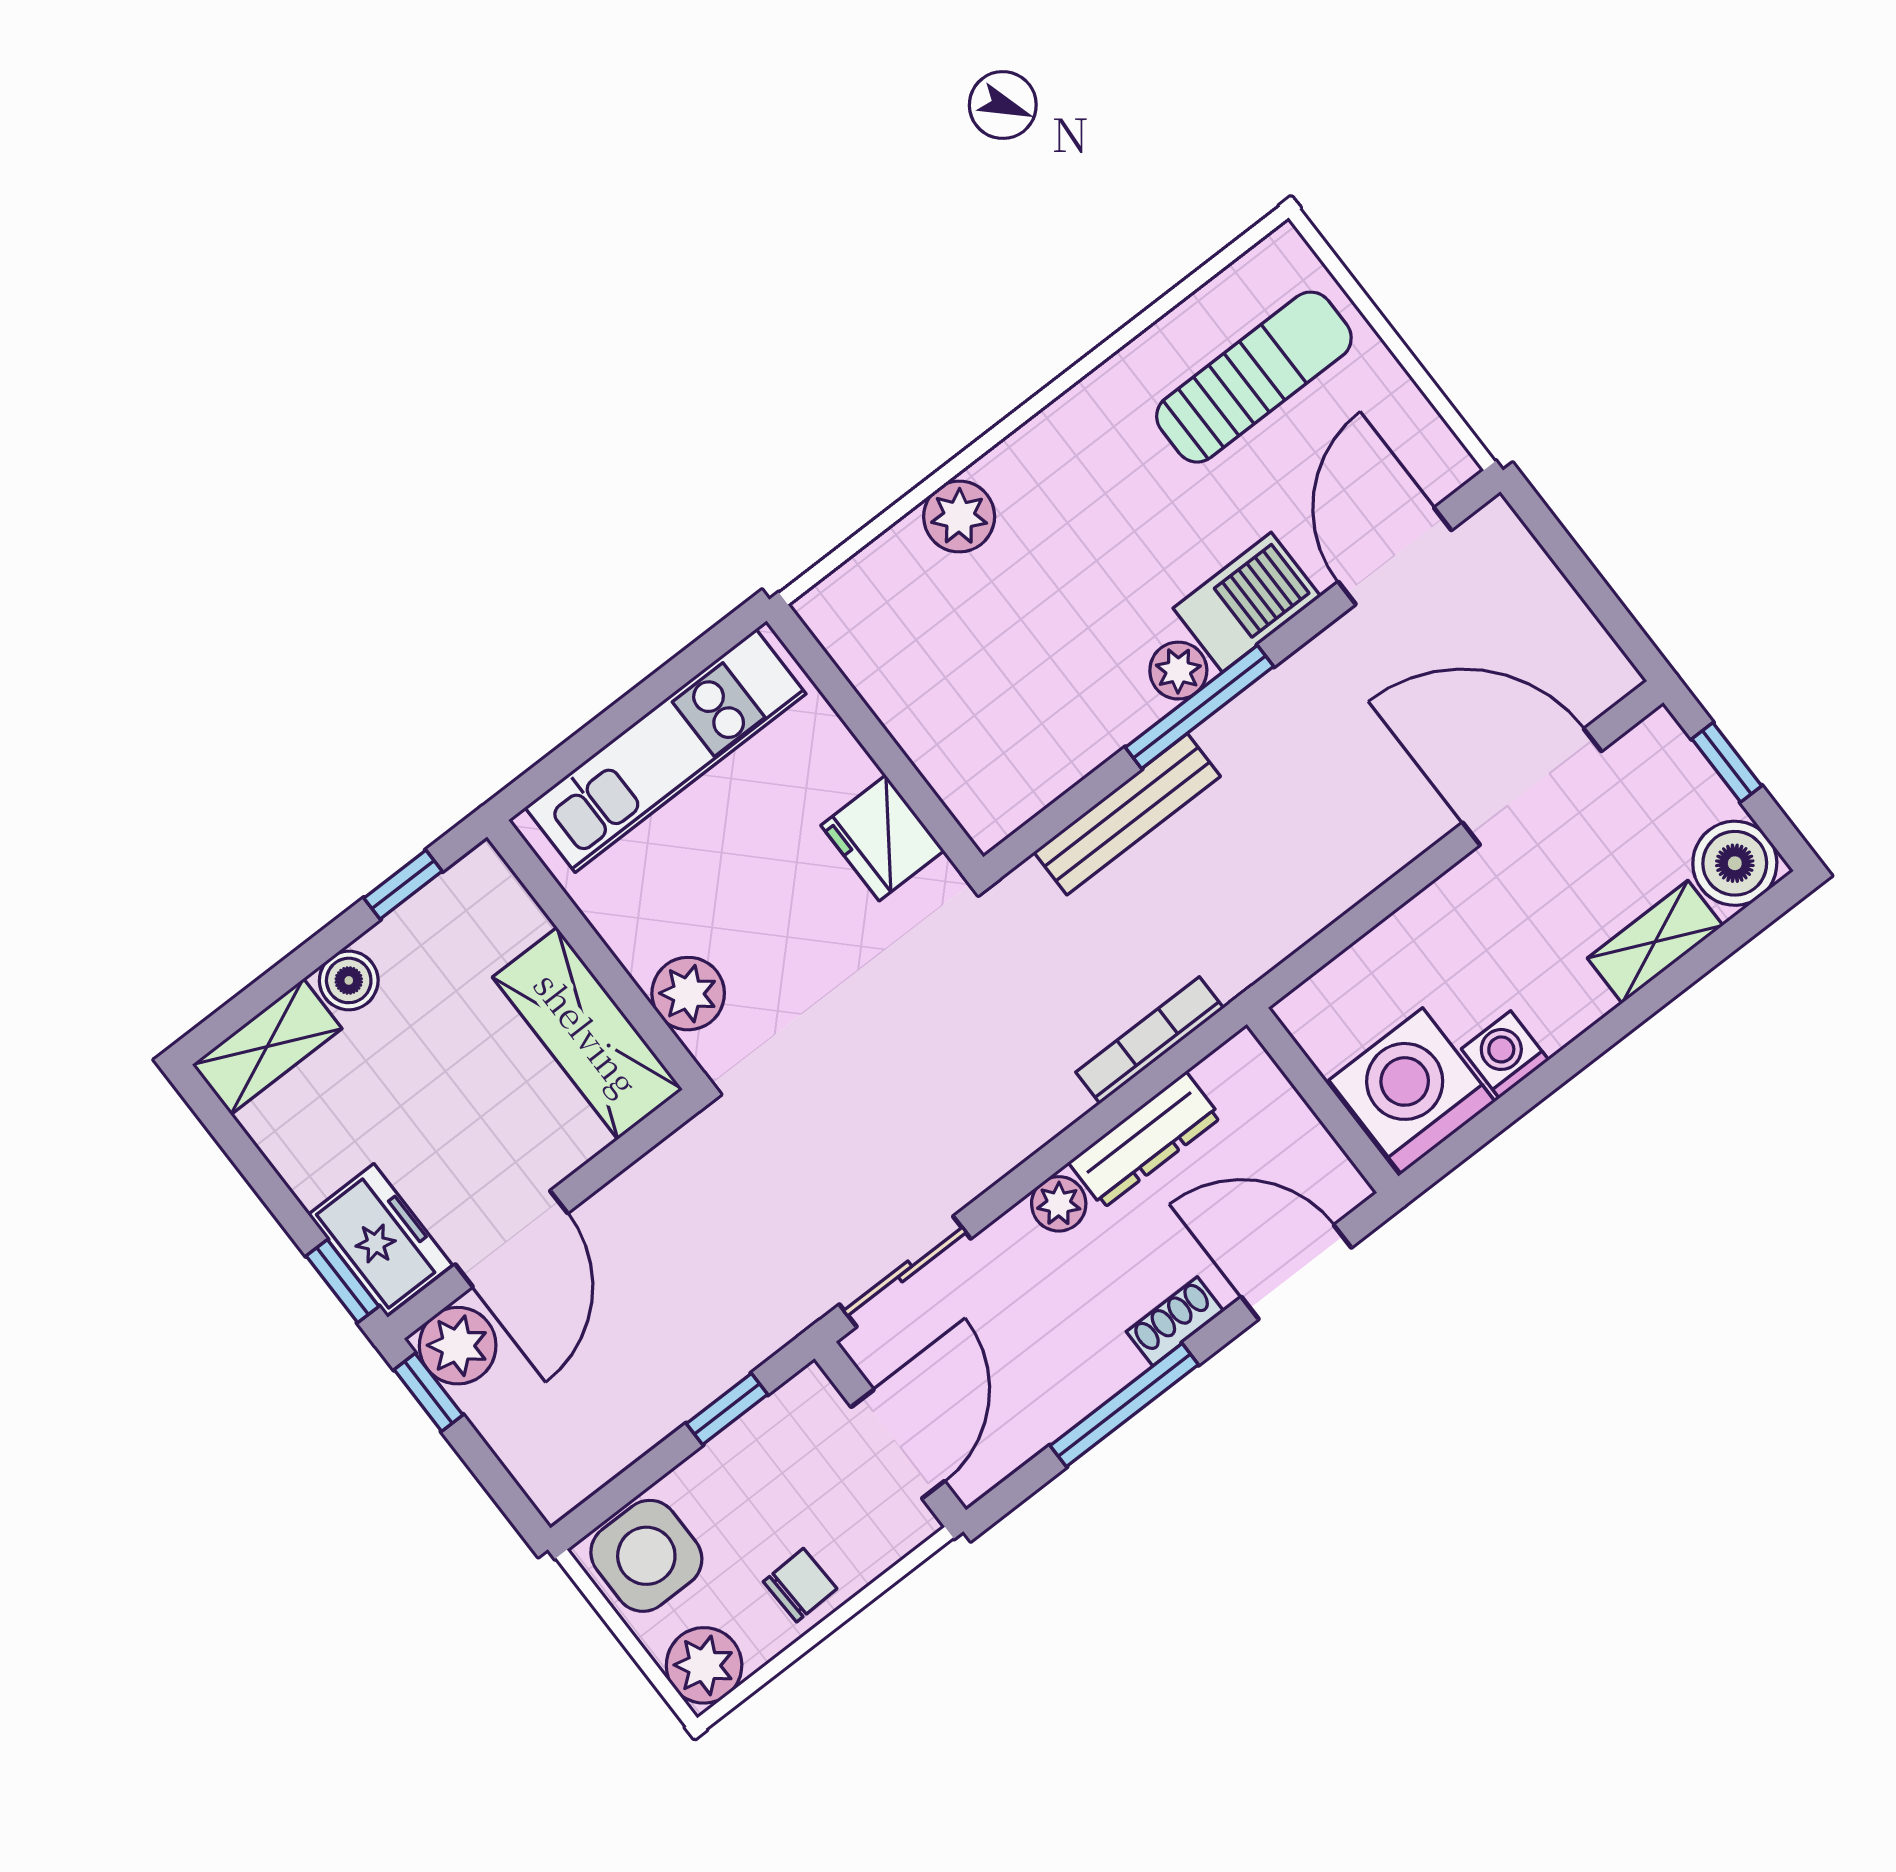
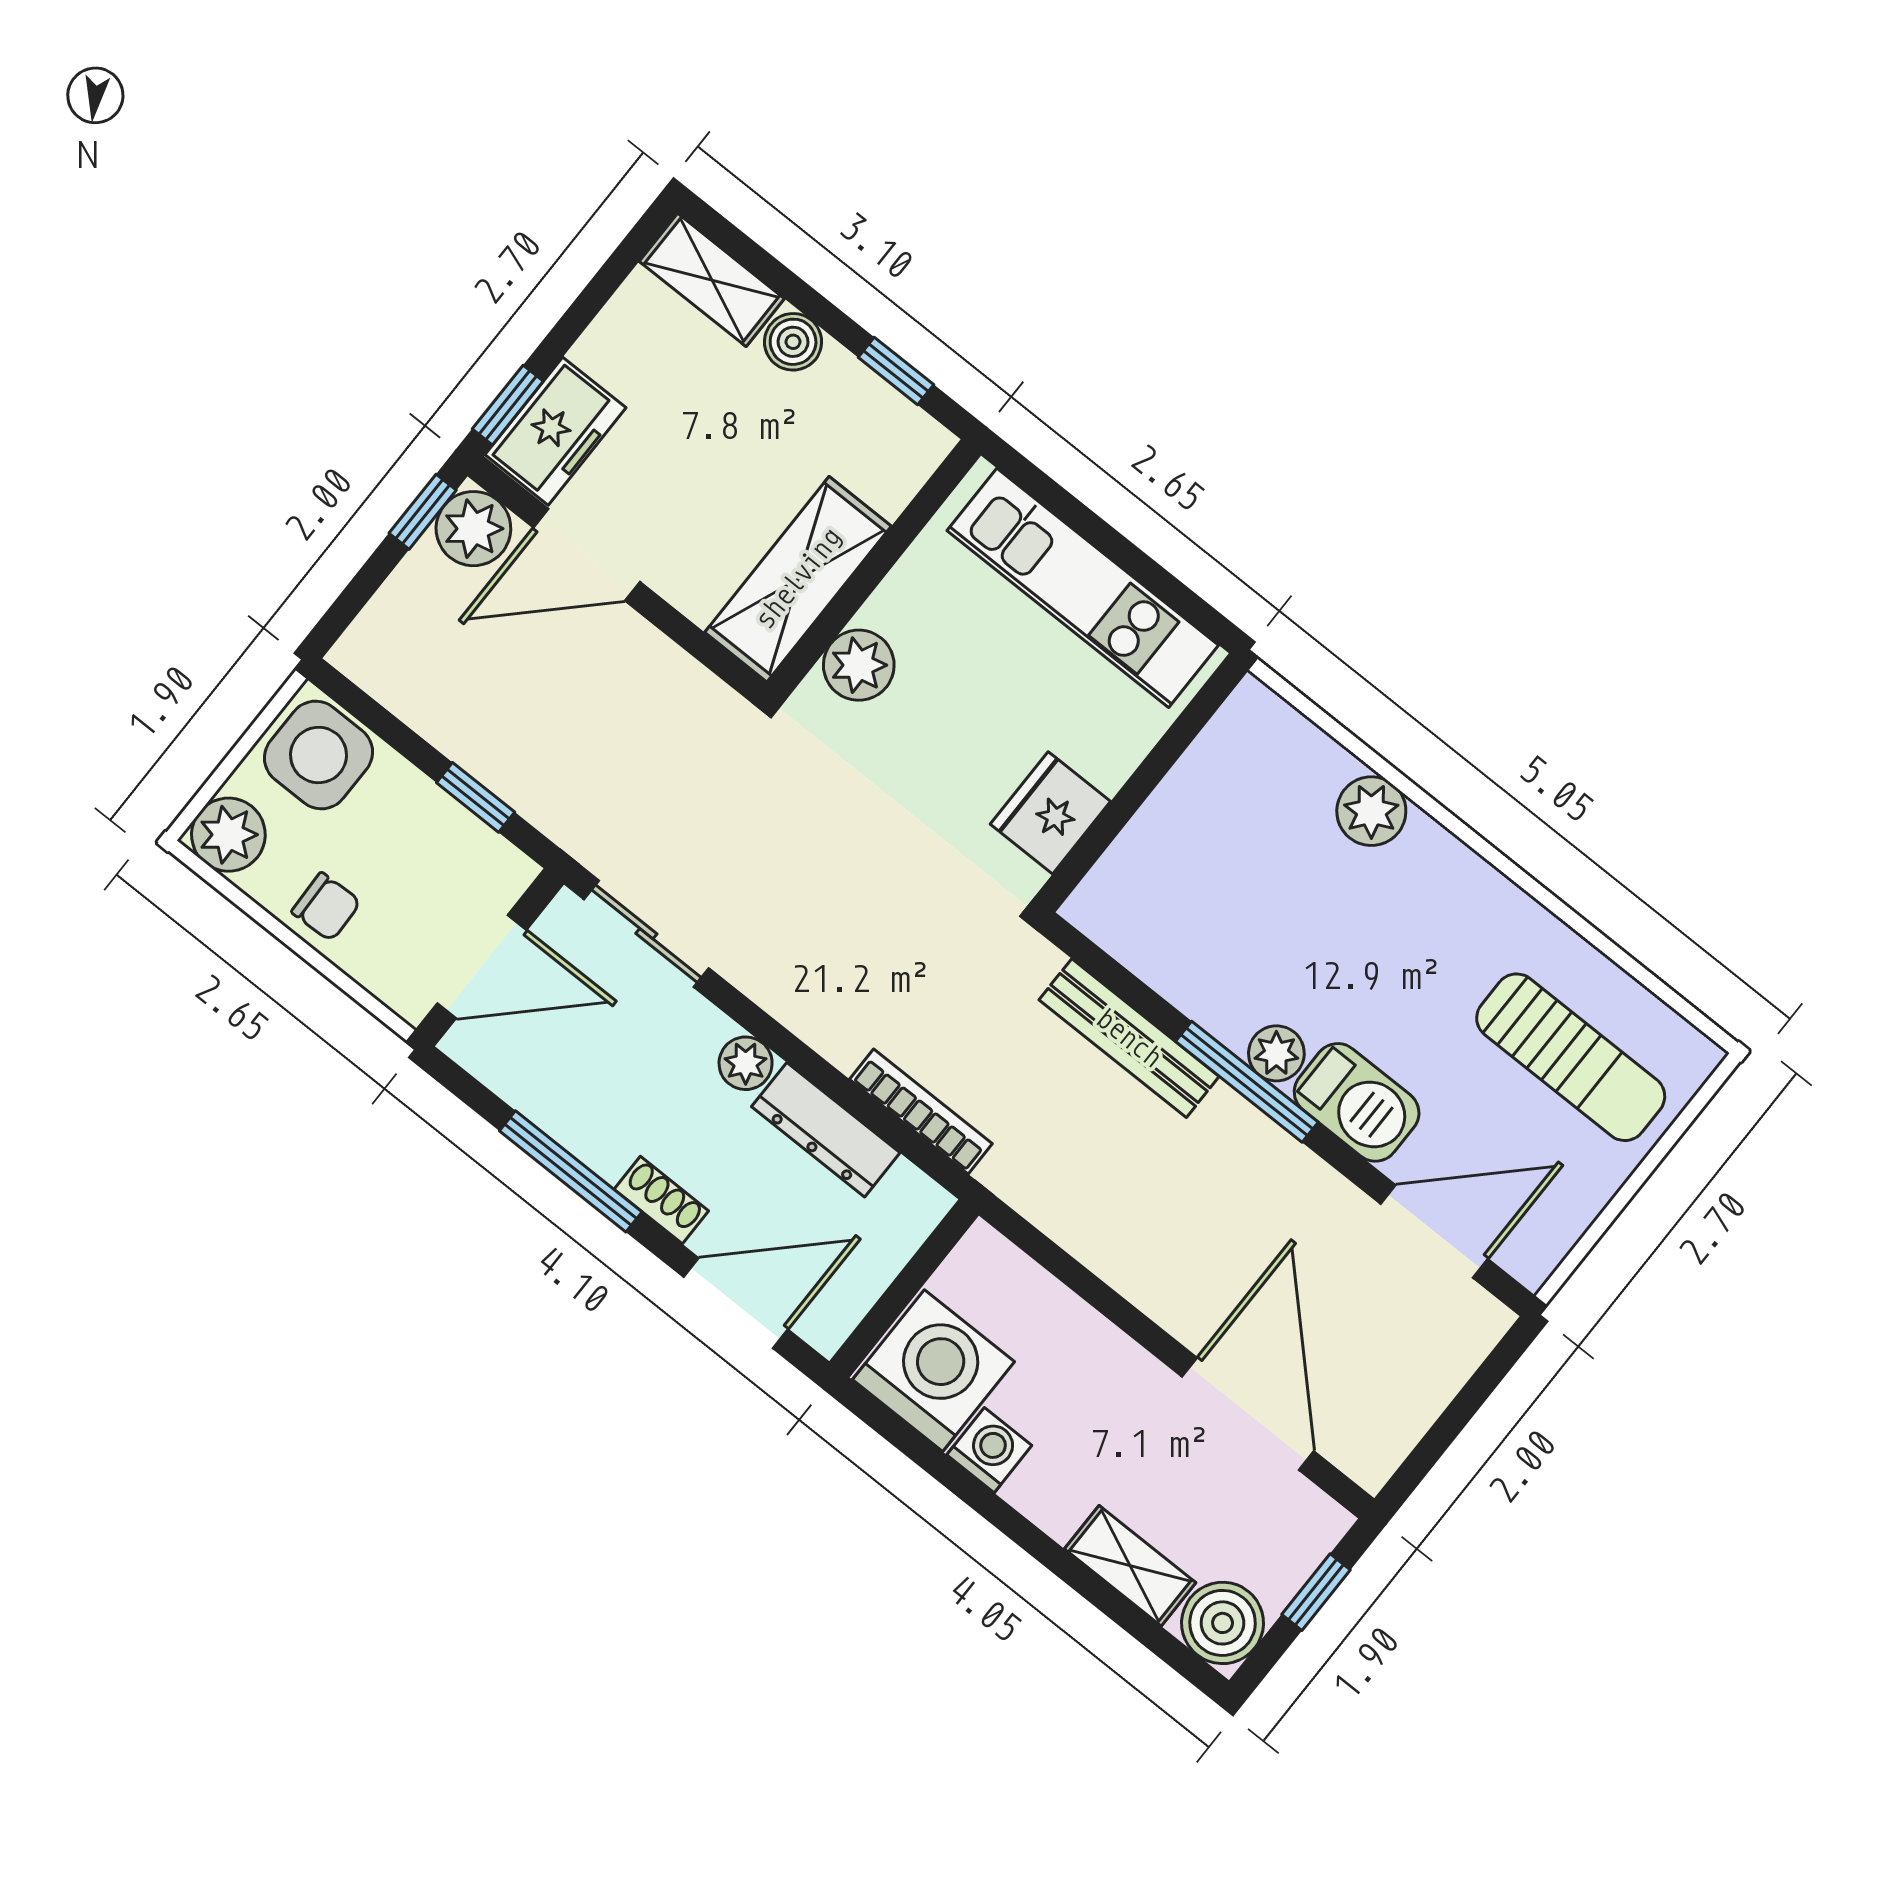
door: (1296, 1272) -> (736, 1303), hinge flipped

